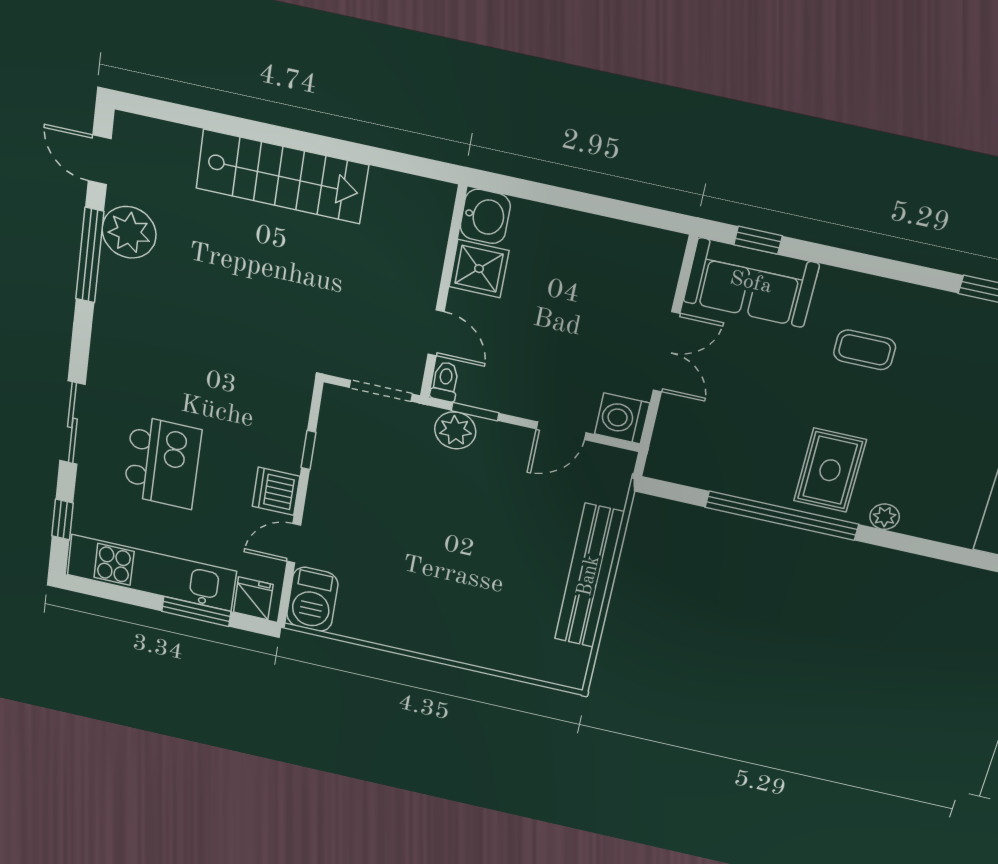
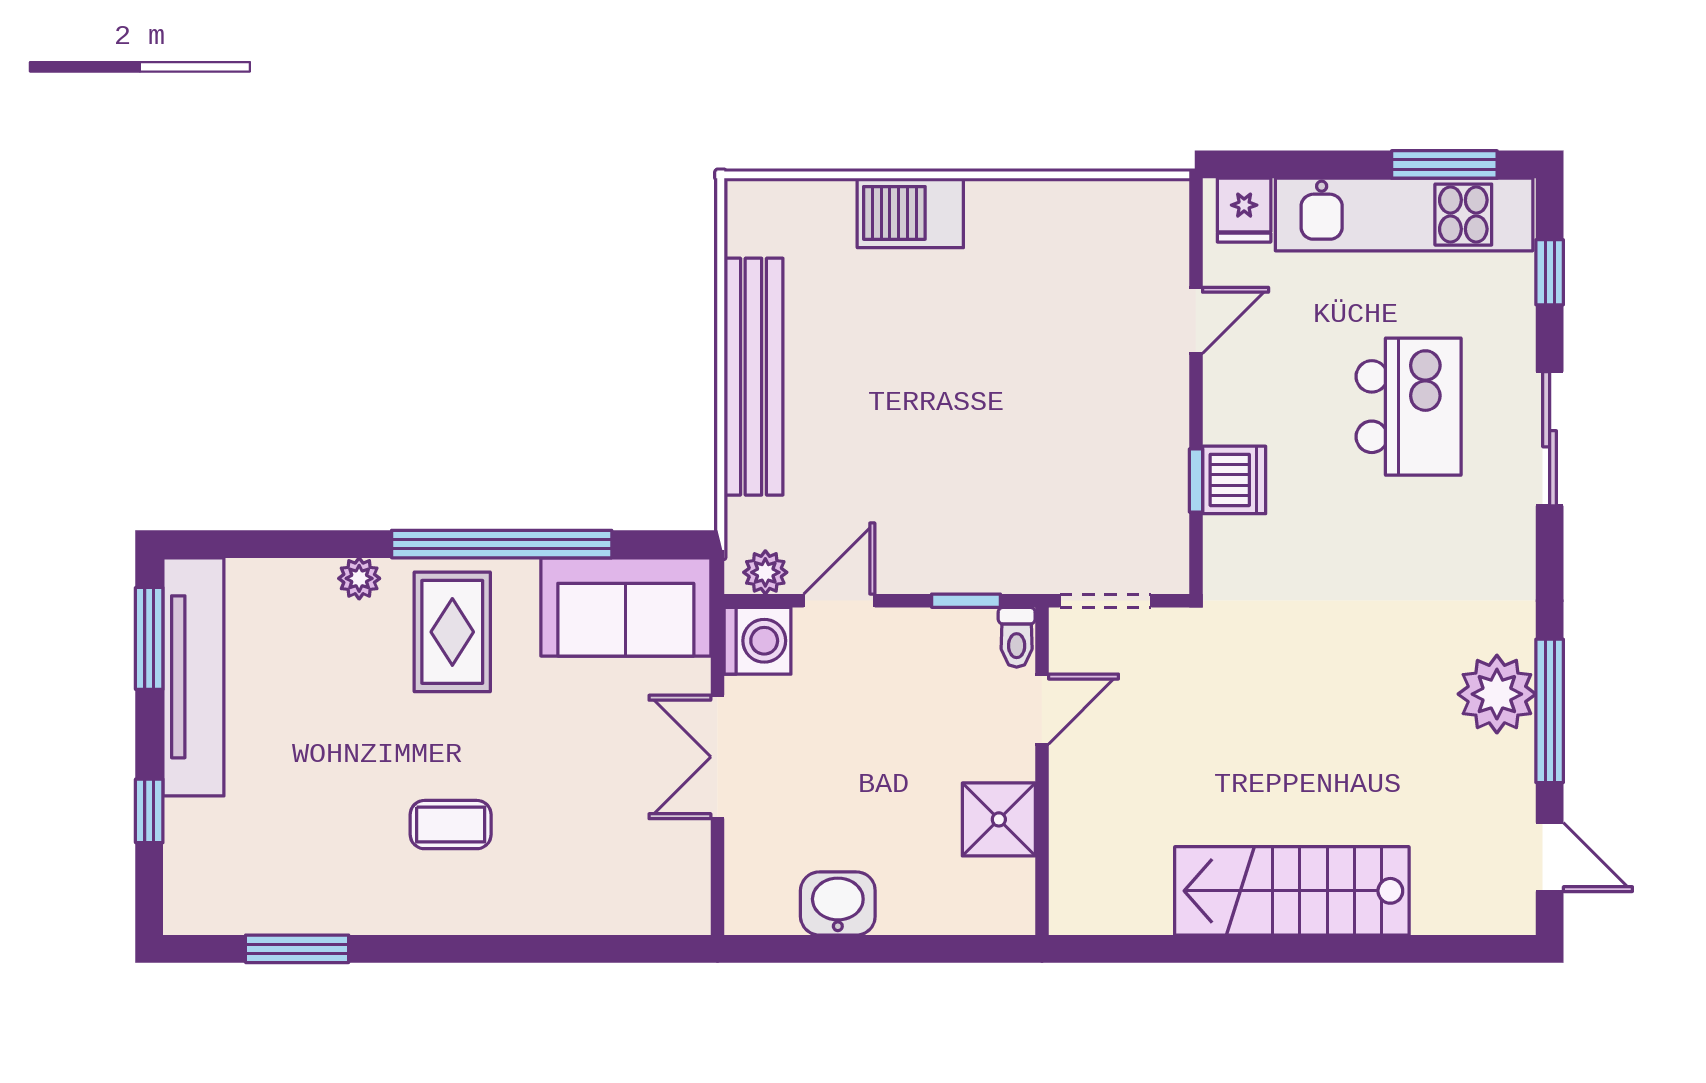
washbasin: (485, 216) -> (838, 903), moved, turned 90
plant: (129, 232) -> (1497, 694), moved
window: (758, 240) -> (630, 949), removed
sofa: (751, 283) -> (626, 607), moved, turned 180
door: (436, 333) -> (1042, 709), swing flipped
plant: (455, 430) -> (765, 572), moved, width x0.73, depth x0.73
kitchen island: (162, 462) -> (1409, 407), turned 180
dishwasher: (276, 491) -> (1234, 480), moved
barbecue: (312, 599) -> (910, 213), moved, turned -90
window: (196, 611) -> (1444, 164), moved

